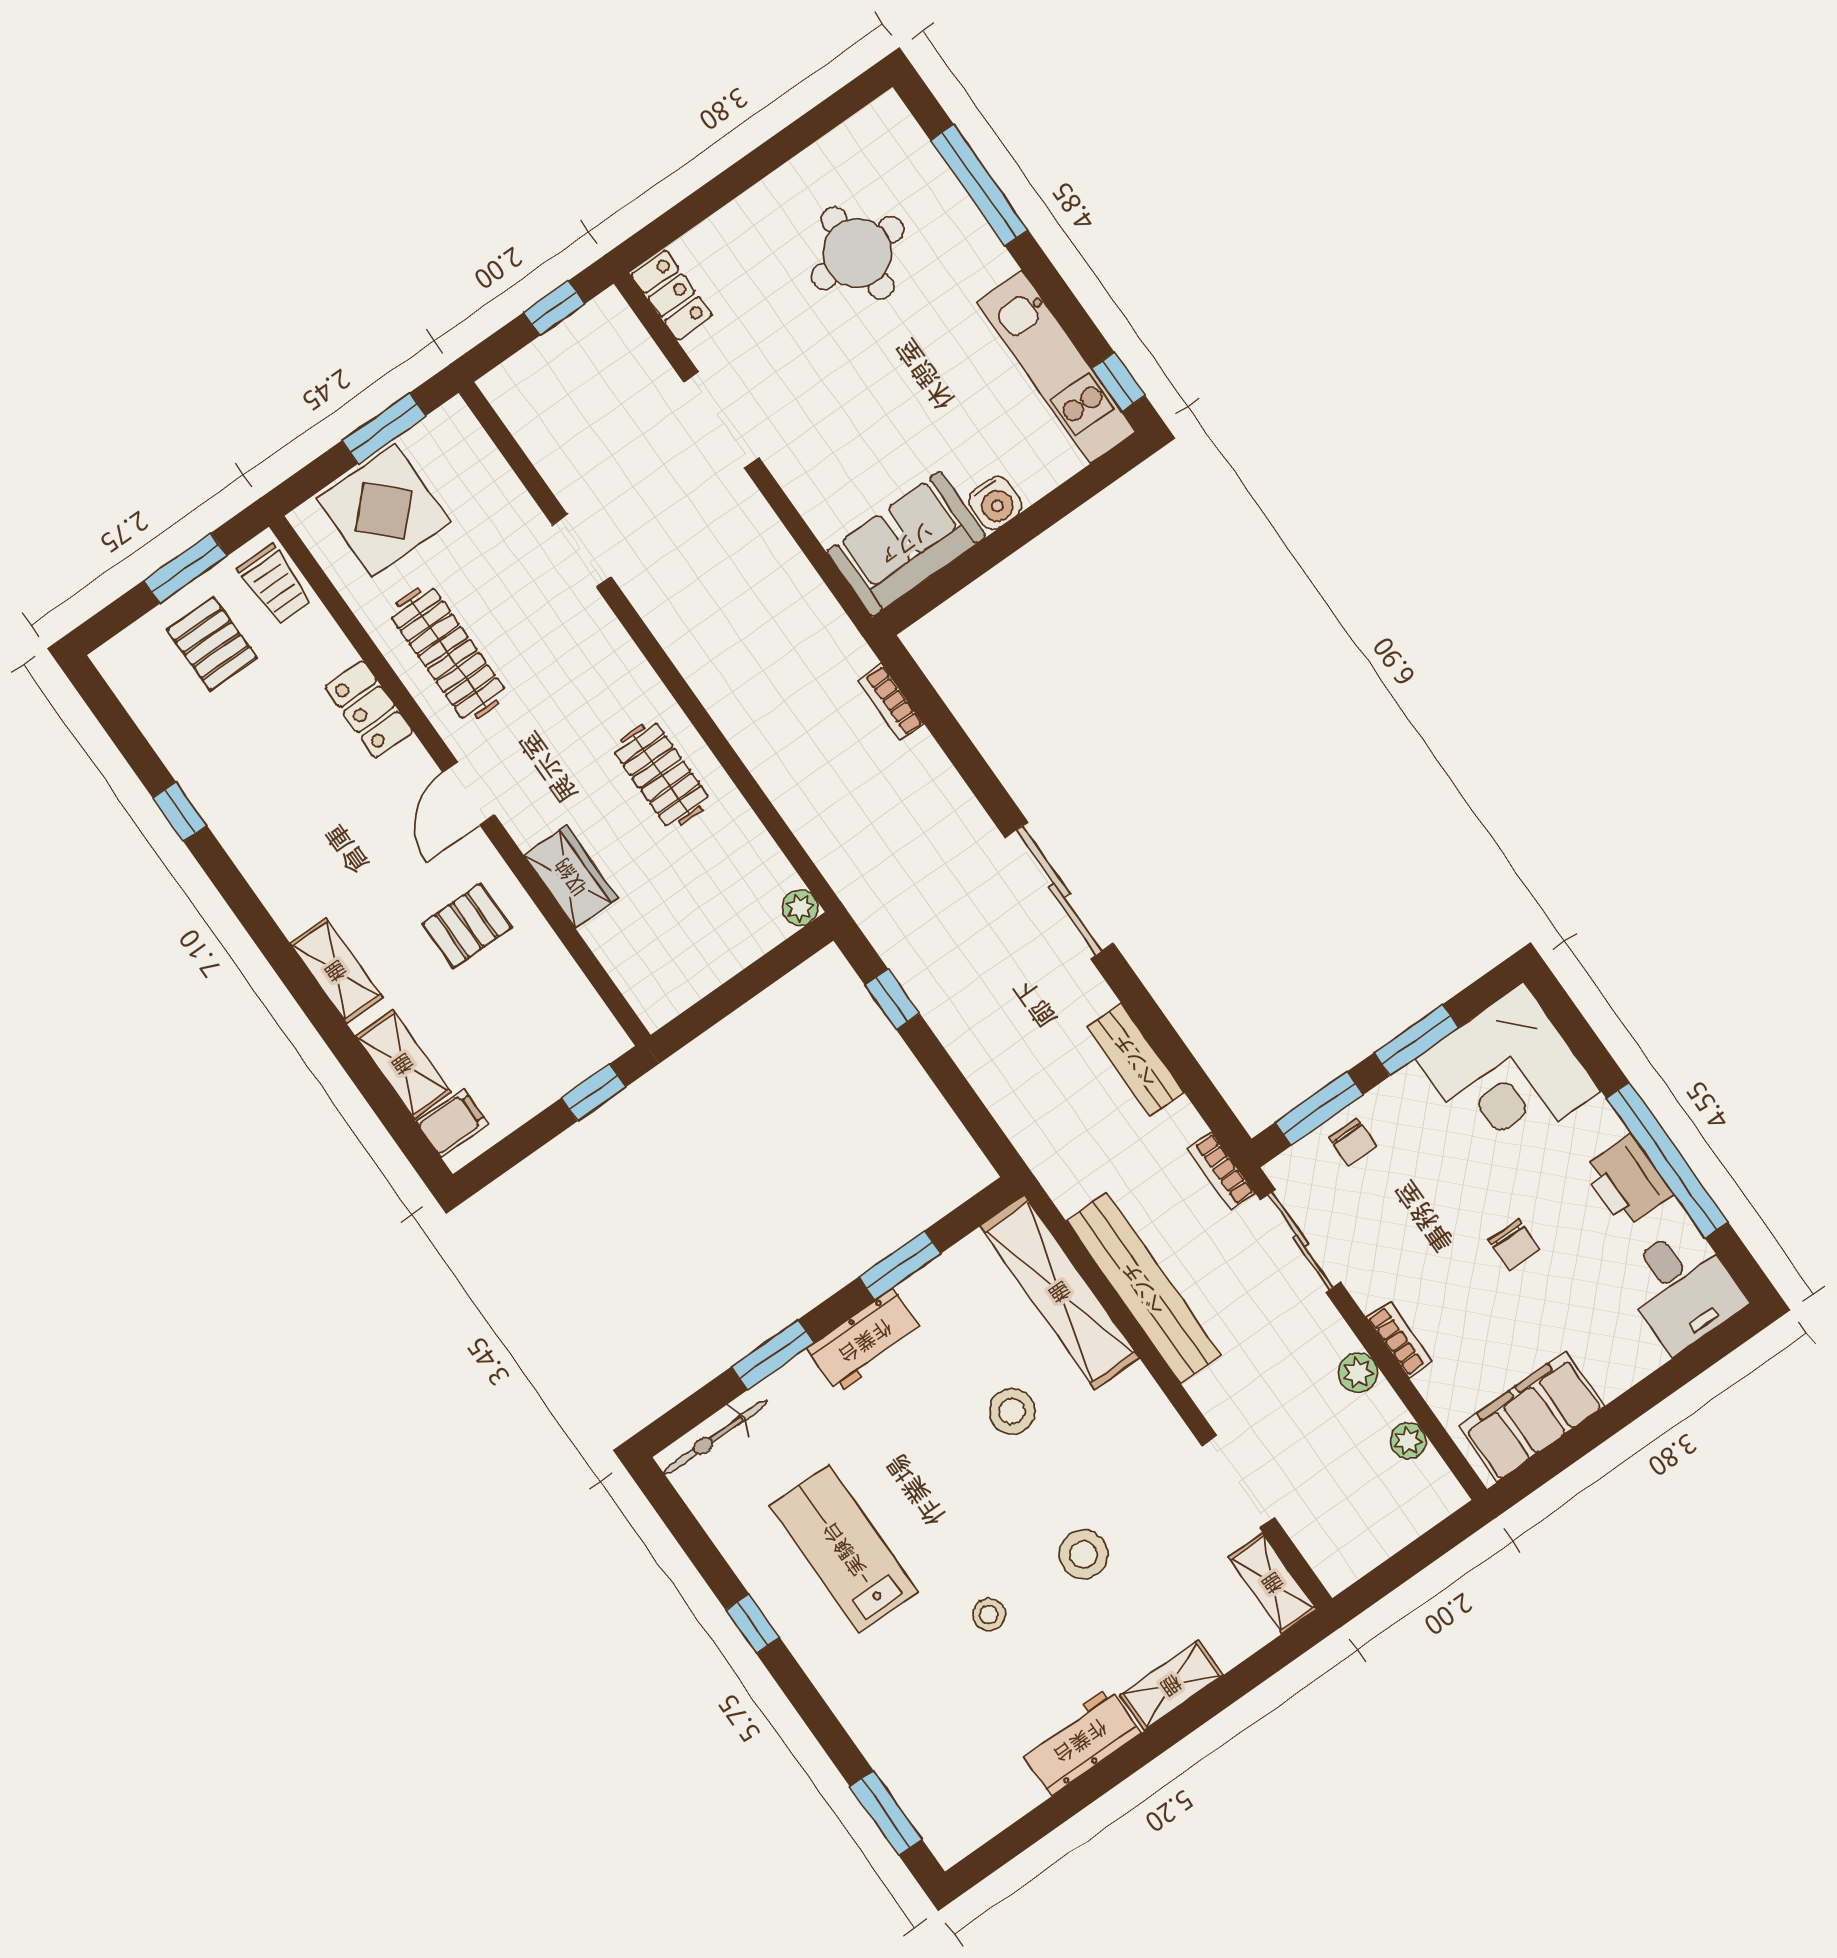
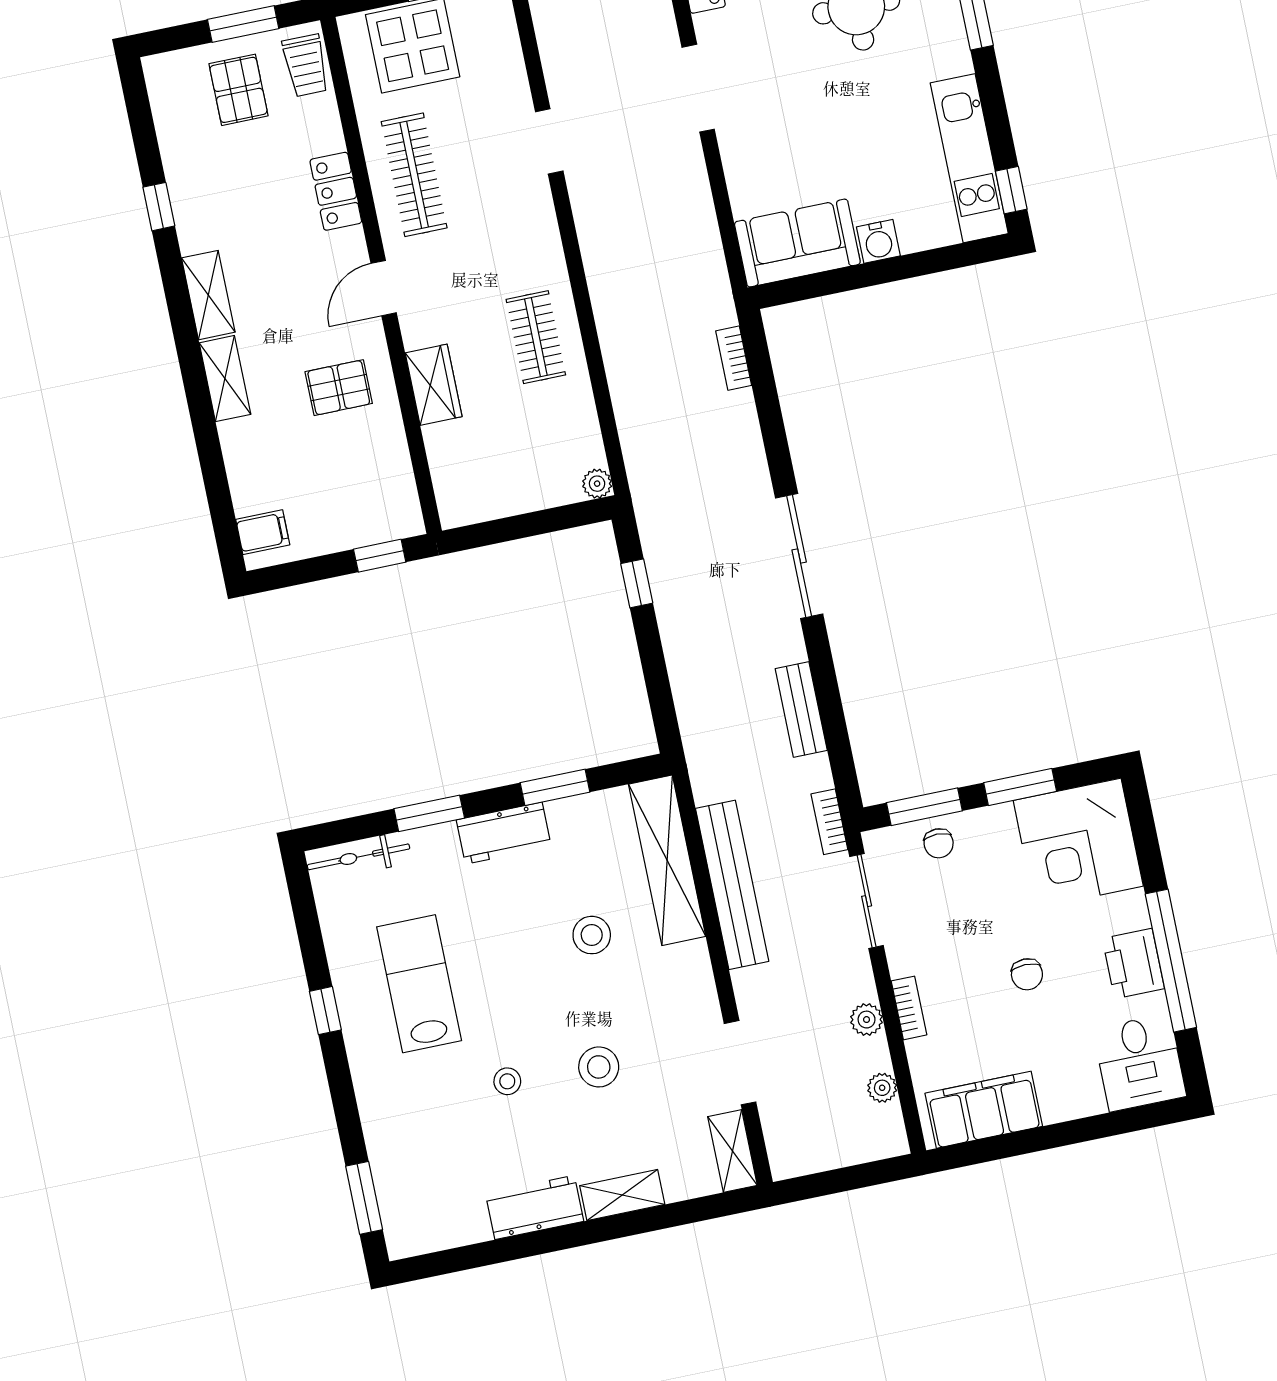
shelving: (403, 1064) -> (208, 295), moved

